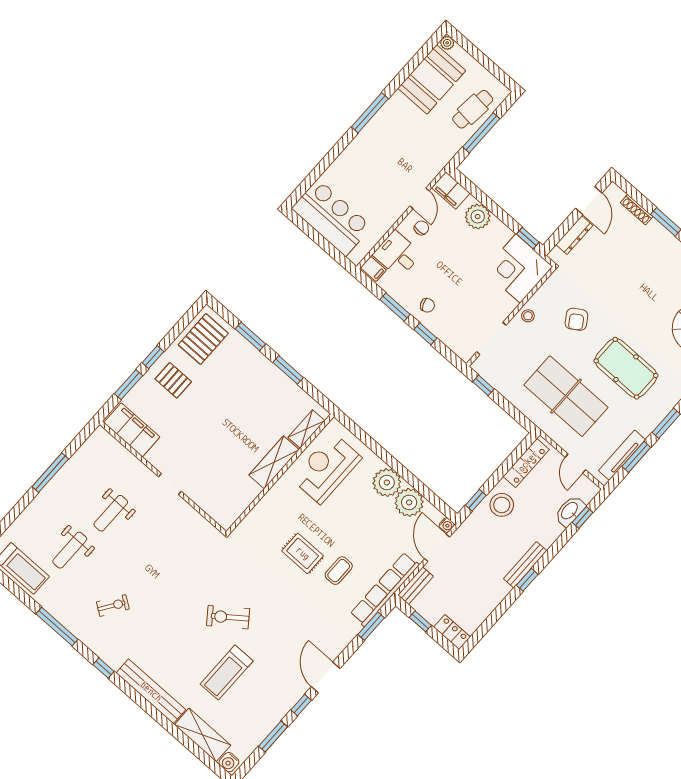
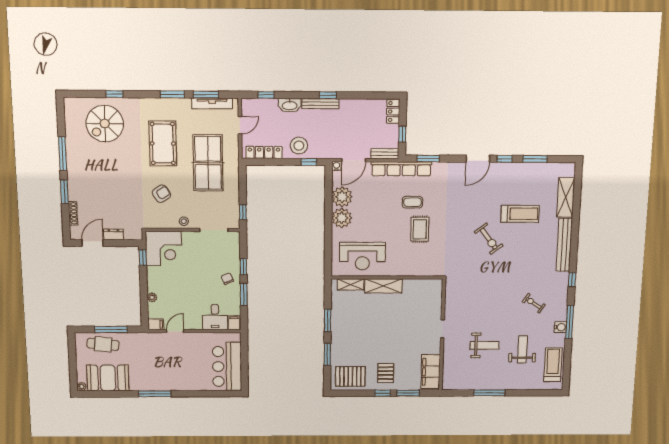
filing cabinet: (451, 190) -> (156, 324), width x0.50
plant: (478, 217) -> (152, 297), width x0.53, depth x0.53
chair: (421, 228) -> (189, 317), removed
dresser: (574, 235) -> (114, 235), width x0.70
washbasin: (570, 511) -> (290, 105), moved
weight bench: (70, 550) -> (522, 349), turned -90
water cooler: (229, 762) -> (560, 327), moved

